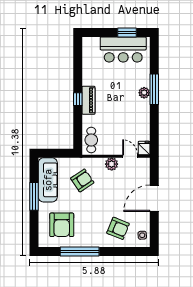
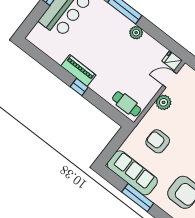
plant: (144, 93) -> (136, 33), moved
piano: (89, 100) -> (78, 71), moved
armchair: (82, 180) -> (158, 141), turned -56

